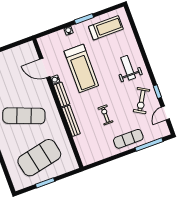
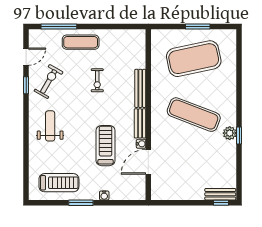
treadmill: (106, 28) -> (59, 183), turned 180
door: (45, 68) -> (148, 162), swing flipped
treadmill: (81, 68) -> (105, 146), width x0.73, depth x0.73
weight bench: (128, 68) -> (50, 126), turned 180

